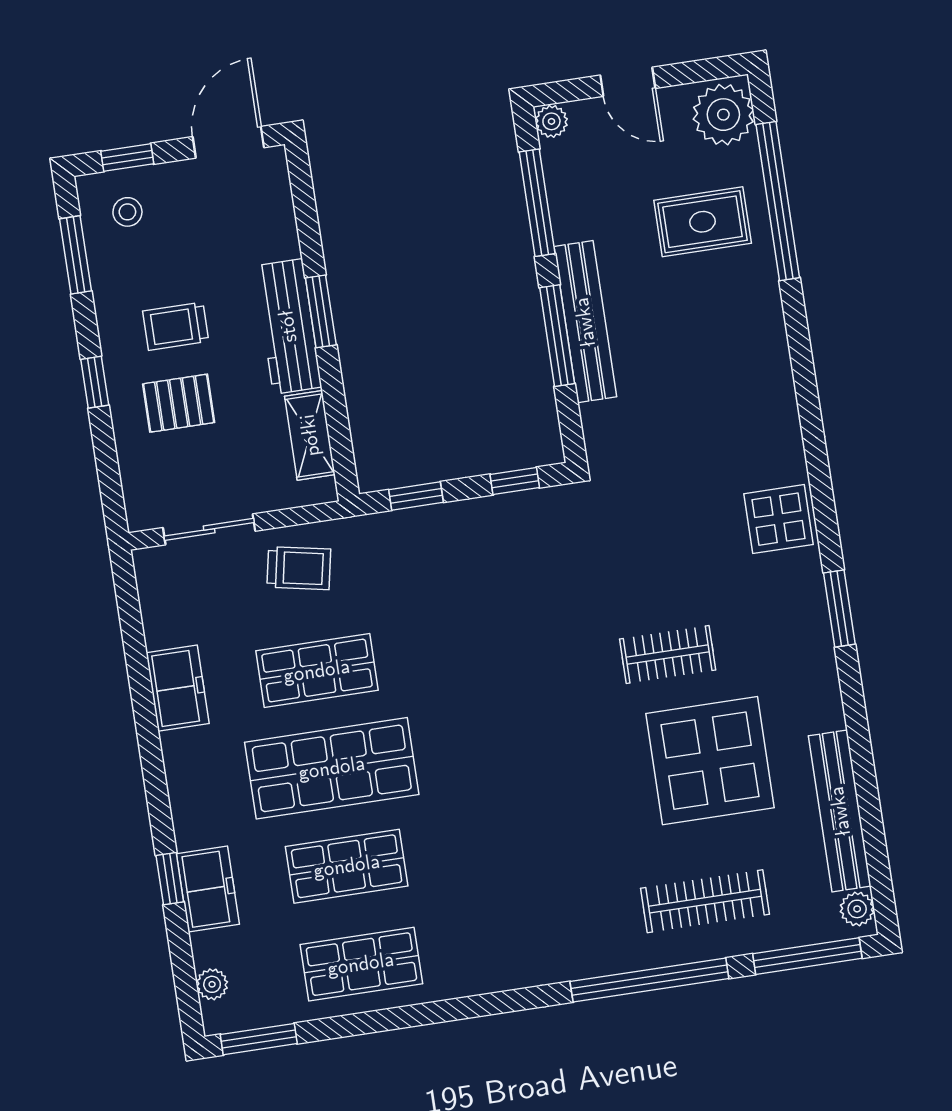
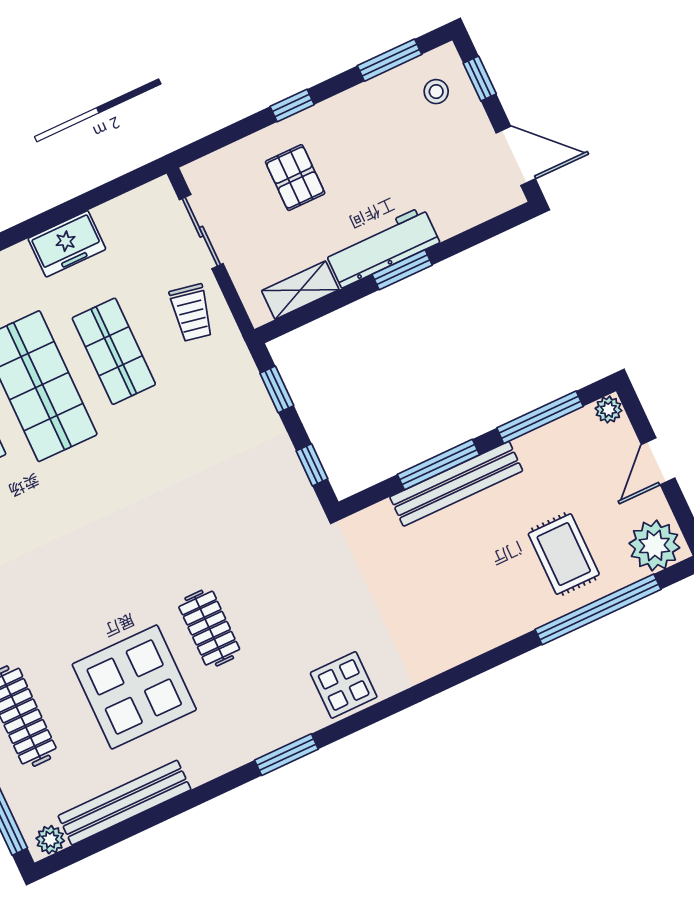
trolley: (176, 326) -> (356, 157), removed

